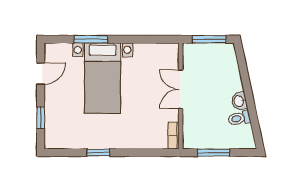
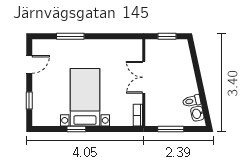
window: (209, 39) -> (167, 36), width x0.67
bed with nightstands: (103, 78) -> (85, 97), moved, turned 180
washbasin: (239, 101) -> (197, 114), moved

